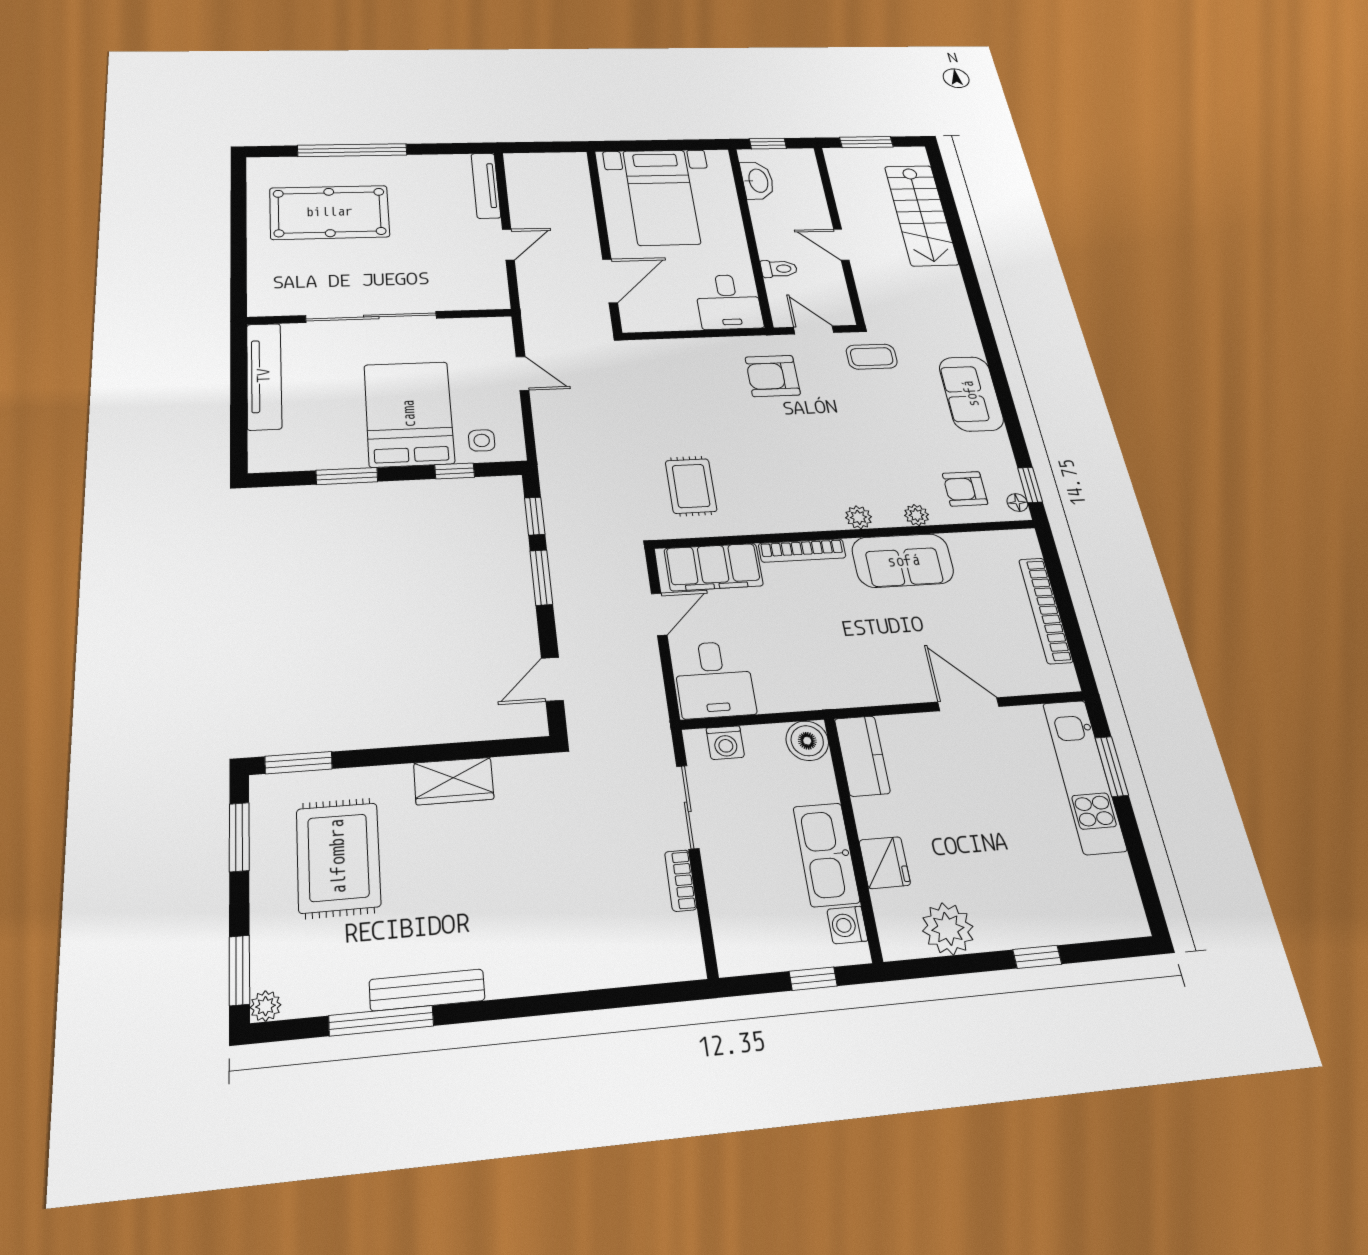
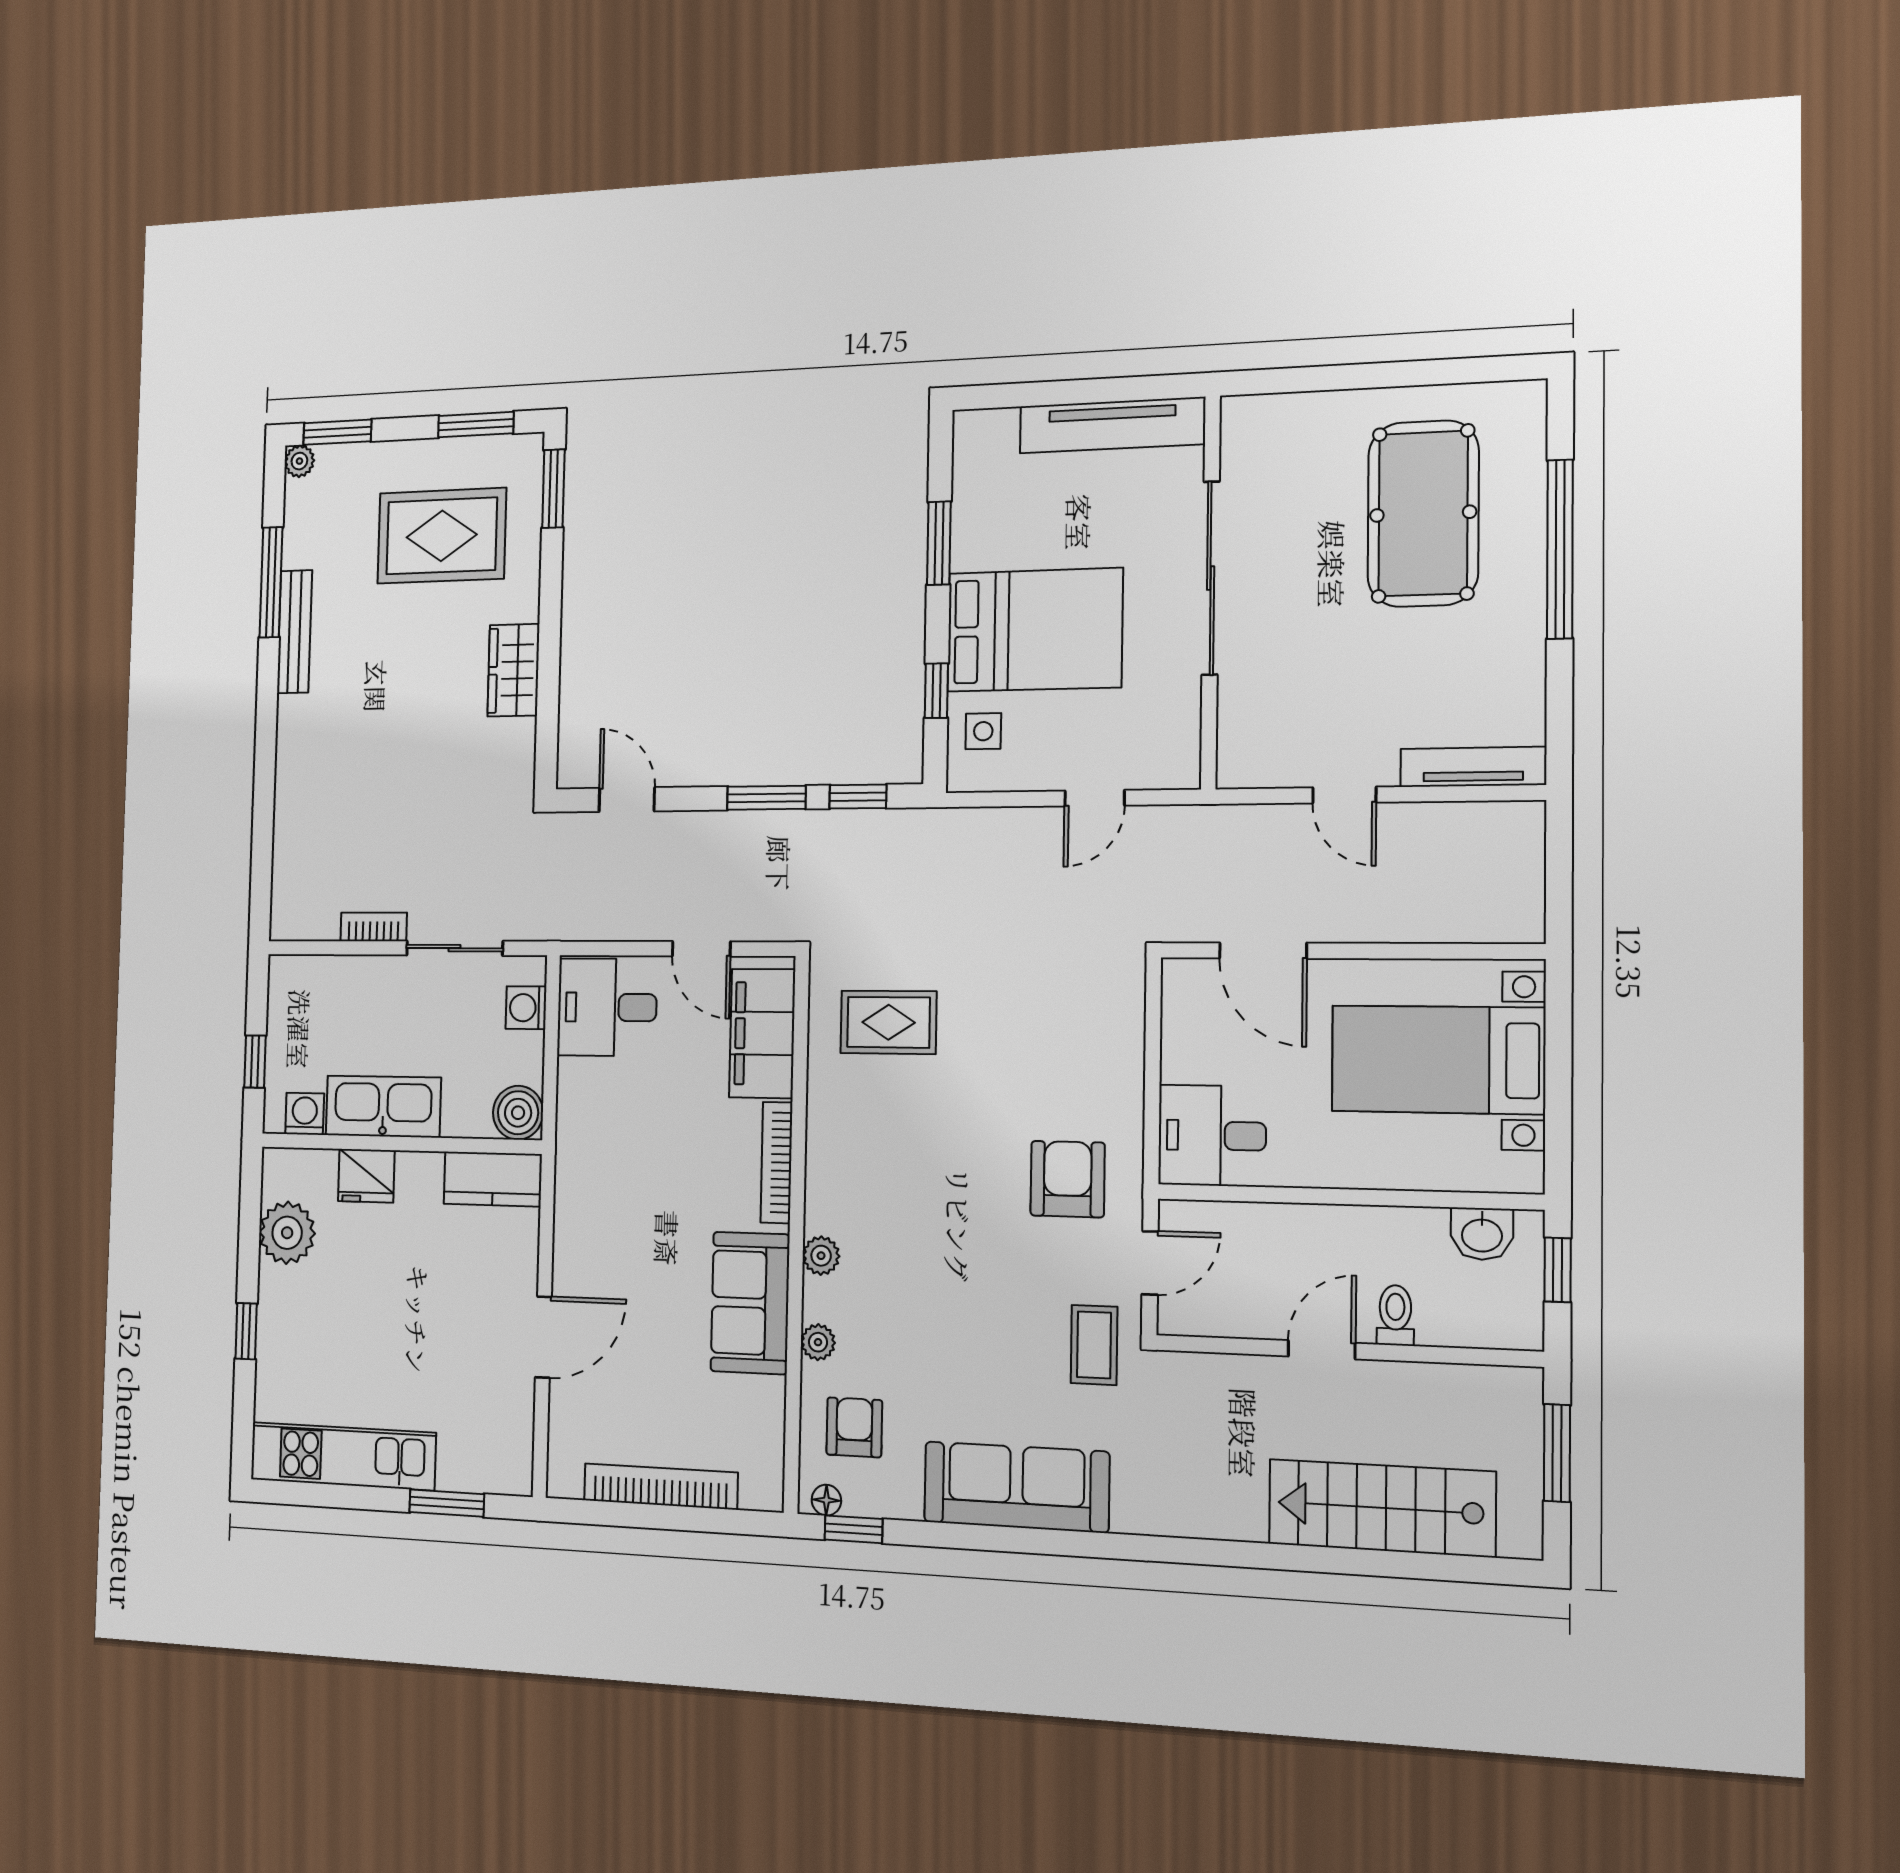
washbasin: (757, 181) -> (1482, 1234), width x0.72
toilet: (779, 269) -> (1395, 1315), moved, turned 180
sofa: (971, 394) -> (1016, 1487), width x1.36
kitchen unit: (1084, 776) -> (343, 1456), moved

